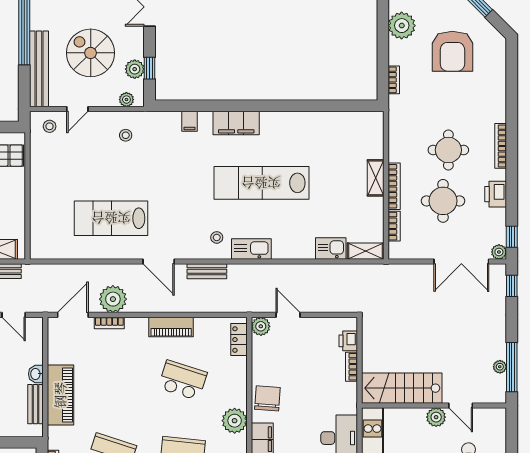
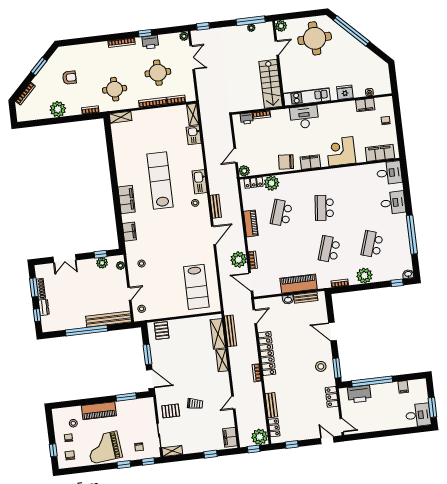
armchair: (452, 51) -> (69, 78), width x0.53, depth x0.53
spiral stairs: (91, 53) -> (96, 290), removed
door: (77, 109) -> (129, 294), hinge flipped
filing cabinet: (189, 121) -> (129, 232), width x2.00
round table: (448, 150) -> (115, 89), moved
shelving: (376, 178) -> (121, 117), moved
lab bench: (261, 183) -> (160, 180), turned 180
lab bench: (111, 218) -> (196, 287), moved
window: (512, 237) -> (145, 33), moved
double door: (461, 262) -> (192, 58), width x0.73
plant: (436, 417) -> (281, 26), moved
plant: (235, 421) -> (272, 183), moved

